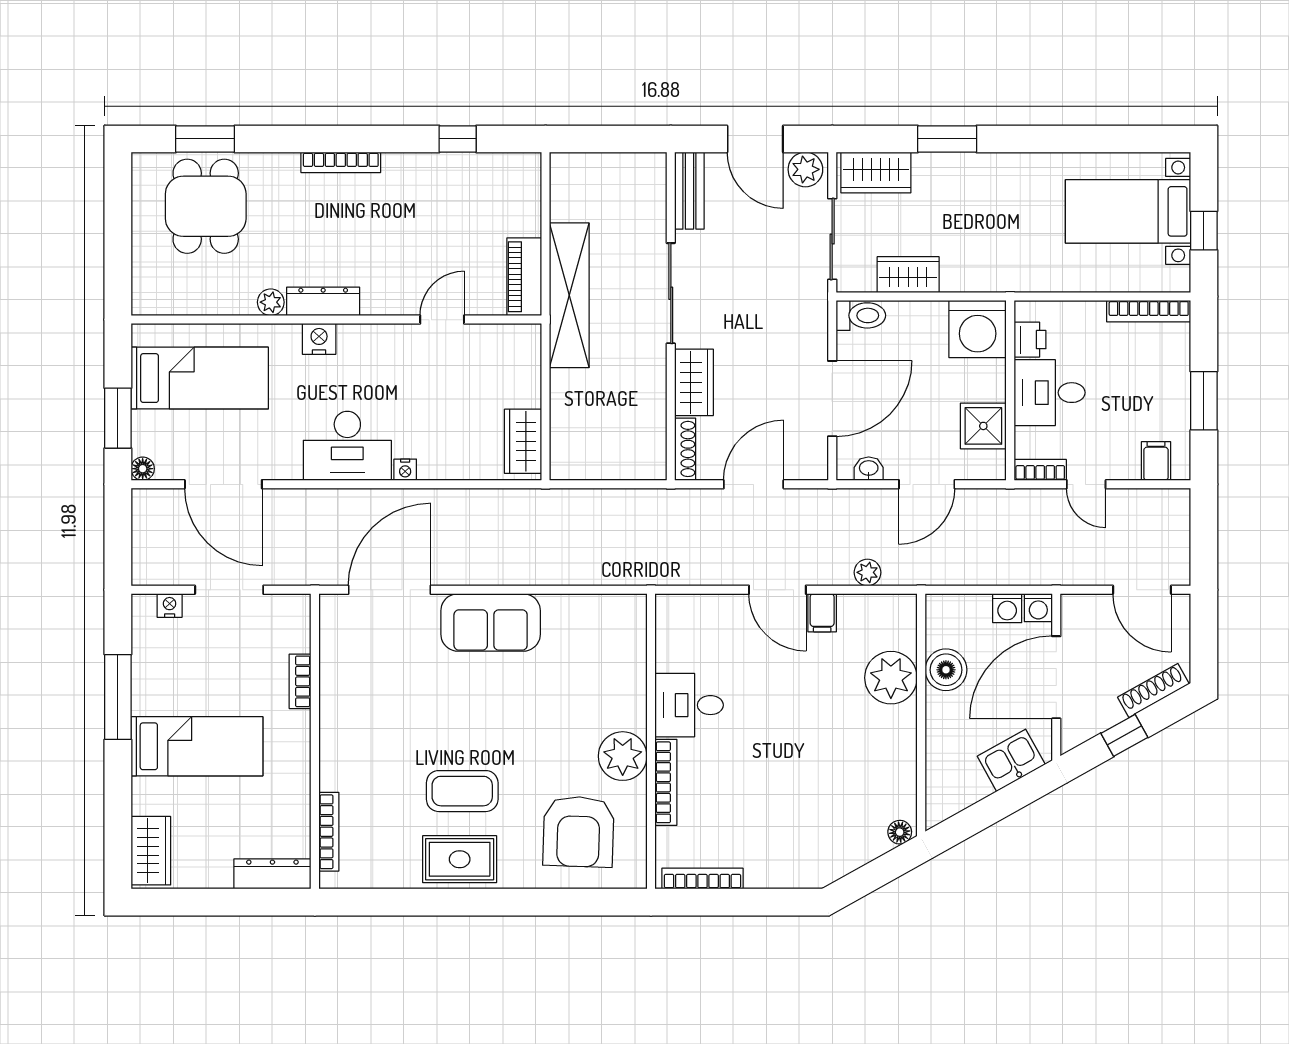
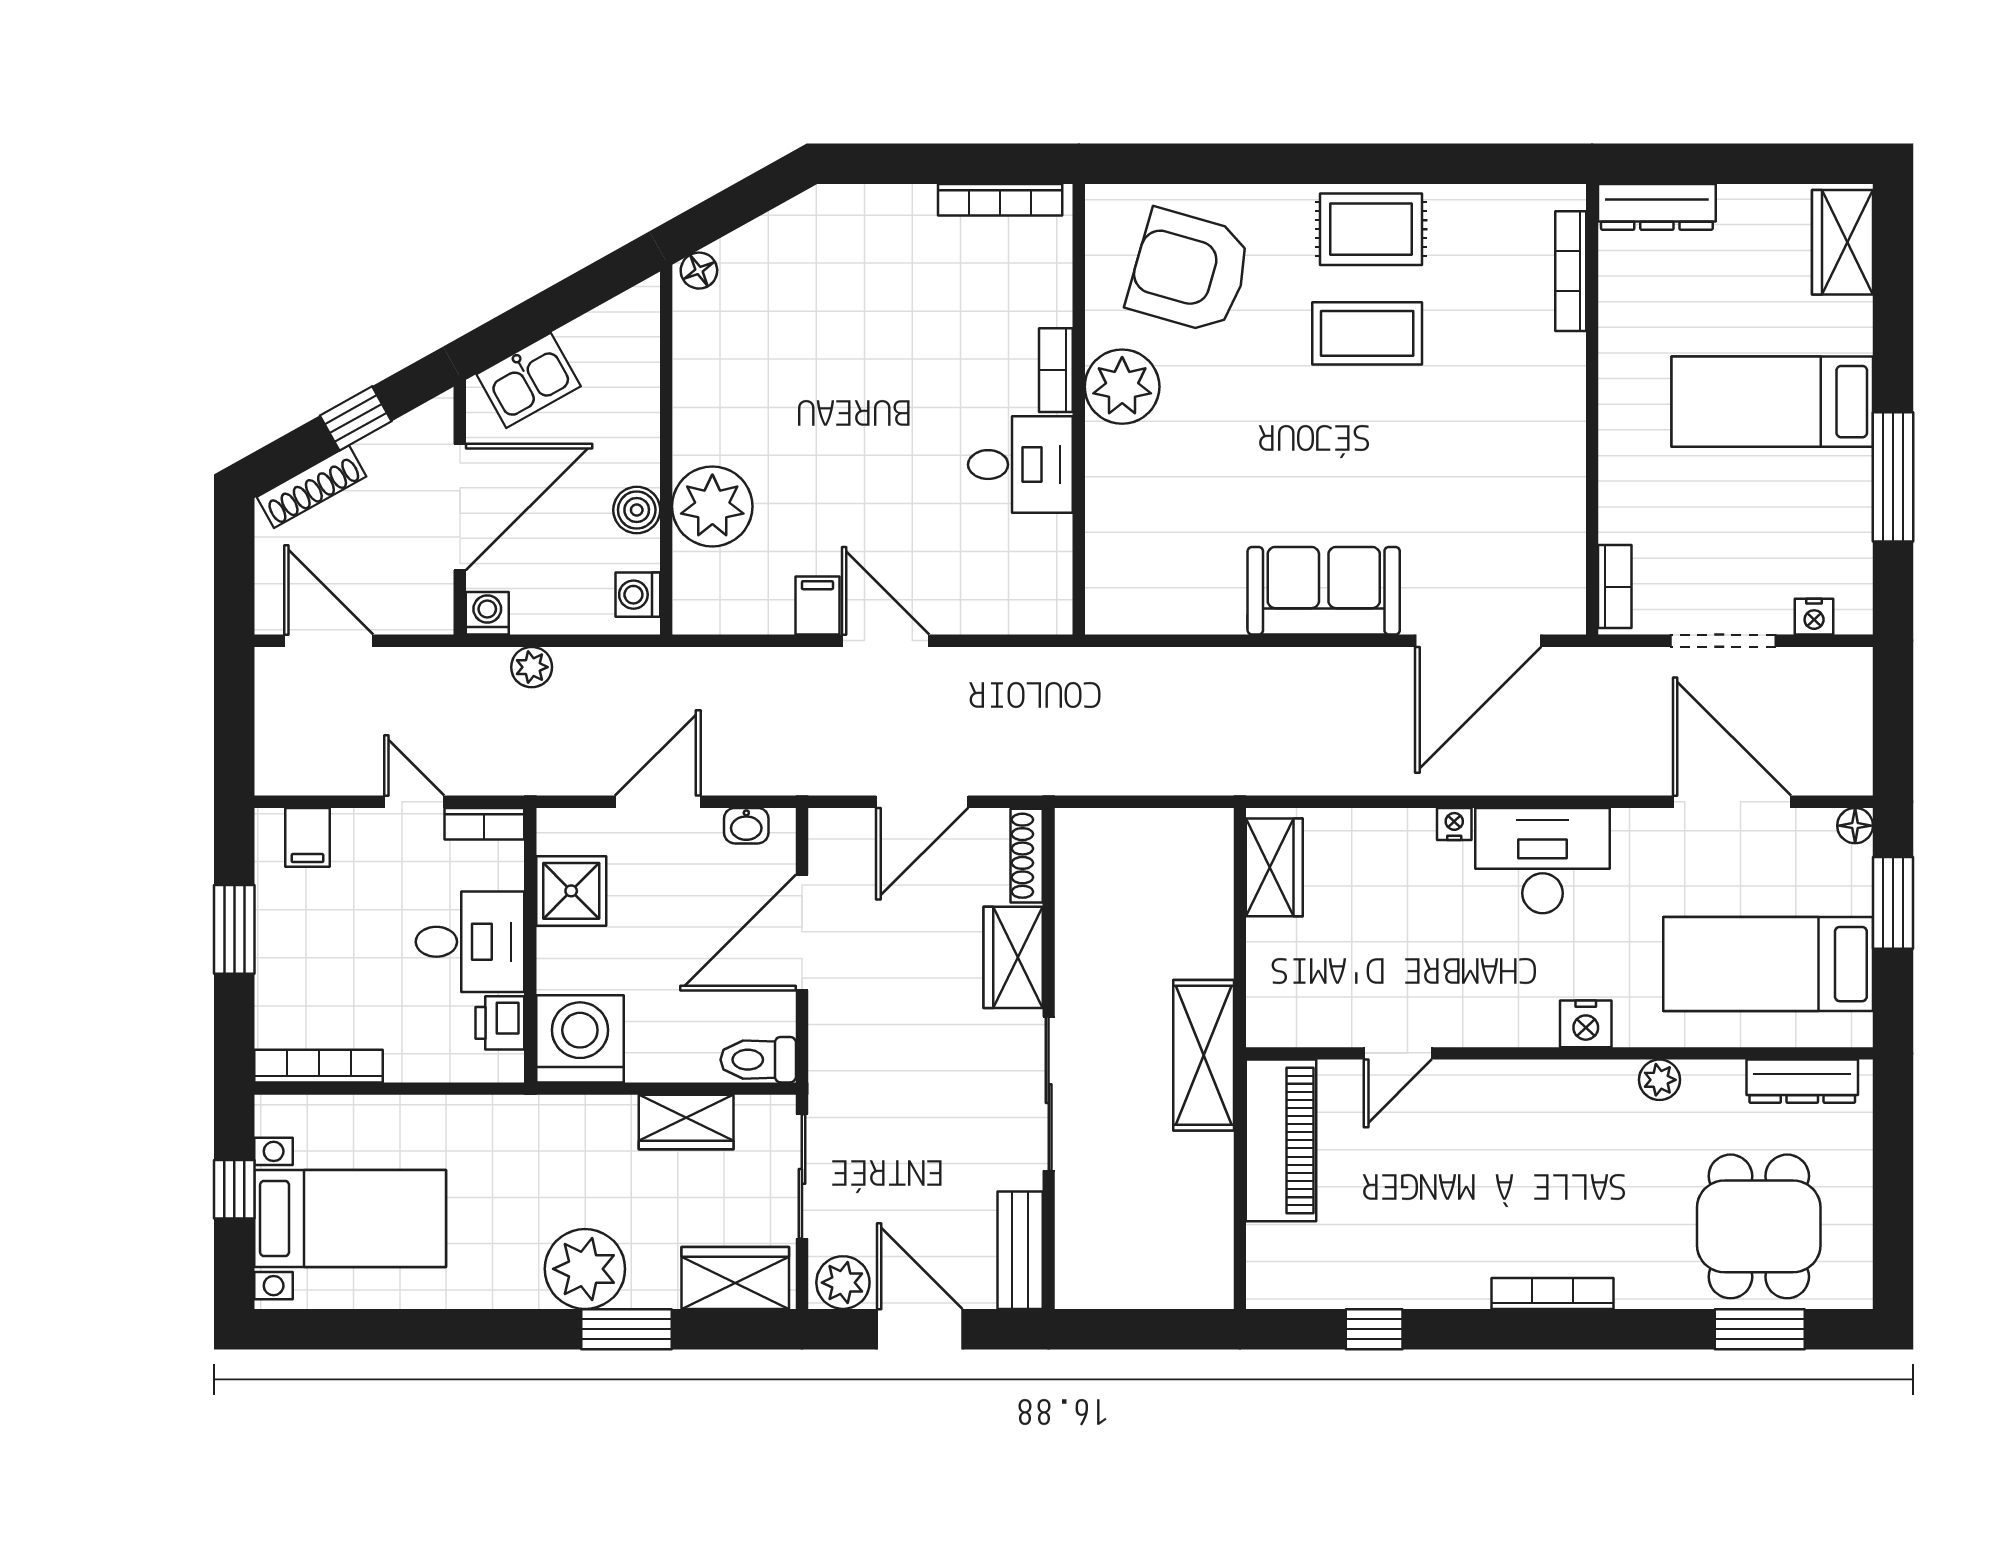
plant: (974, 178) -> (585, 1269), added
piano: (524, 277) -> (1281, 1140), width x1.37, depth x1.33
shelving: (569, 295) -> (1204, 1055), width x0.68
dresser: (323, 301) -> (1802, 1081), moved
plant: (867, 572) -> (532, 667), moved
washing machine: (1007, 608) -> (638, 595), moved, turned -90
boiler: (946, 670) -> (637, 510), width x0.73, depth x0.73
bookcase: (300, 681) -> (1615, 587), moved
bookcase: (666, 782) -> (1056, 370), width x0.64
armchair: (578, 832) -> (1190, 271), turned -76

